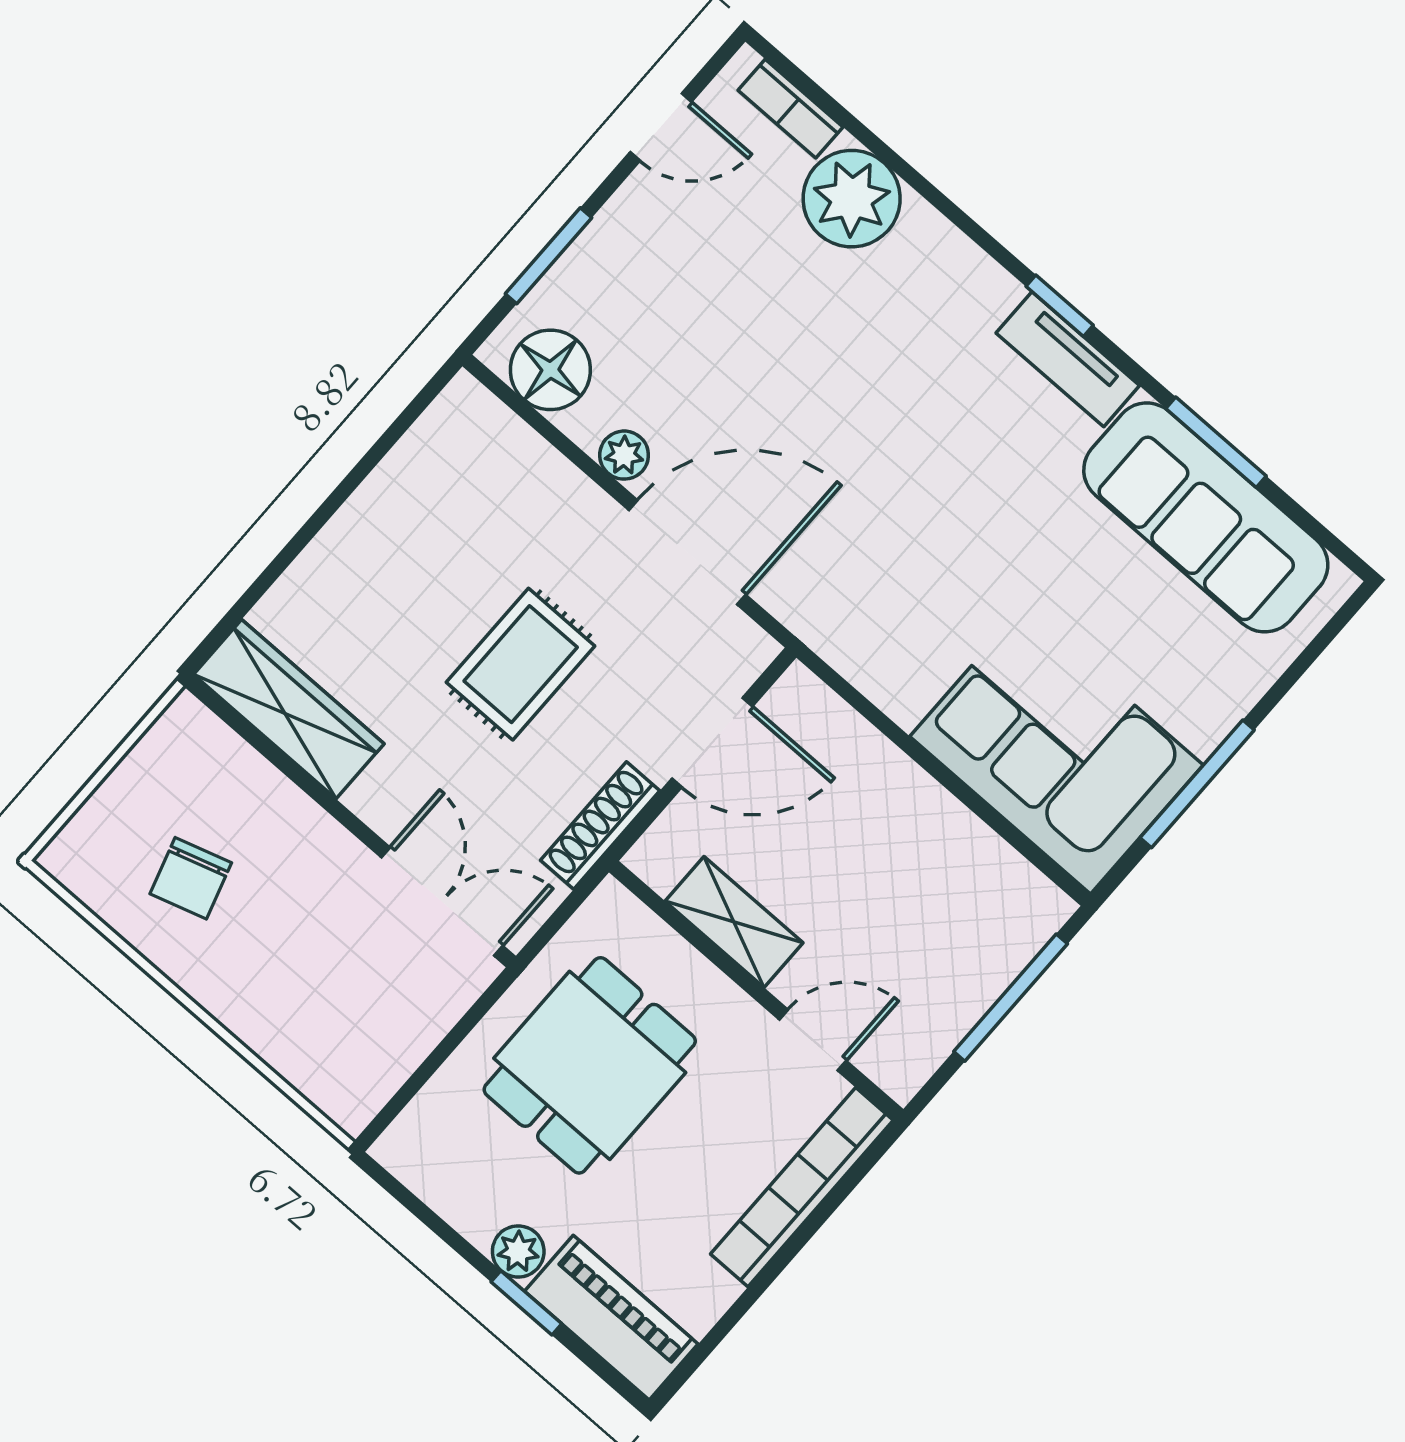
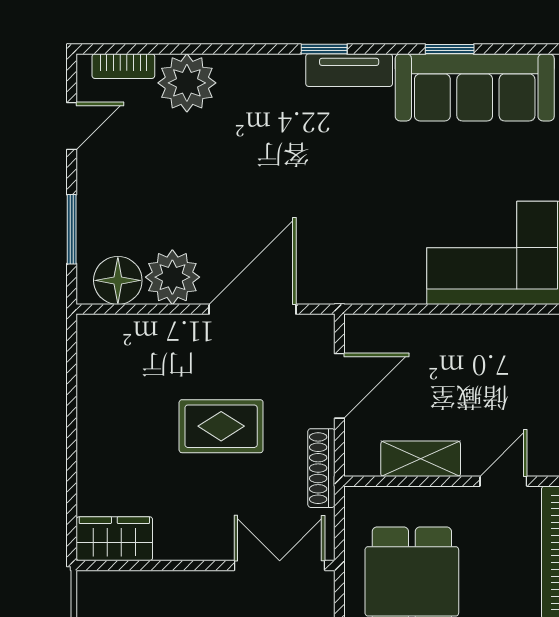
window: (1216, 442) -> (450, 49), width x0.67
plant: (624, 455) -> (172, 277), width x1.88, depth x1.88
rug: (521, 664) -> (221, 426), turned 90
wardrobe: (289, 709) -> (114, 539), width x0.67

